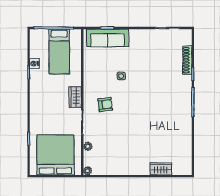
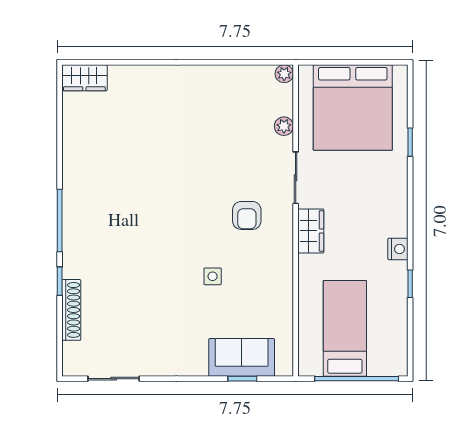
sofa: (108, 38) -> (242, 357), width x0.73
nightstand: (34, 64) -> (398, 249), moved
armchair: (105, 104) -> (247, 215), turned -83
wardrobe: (161, 169) -> (84, 78), moved

